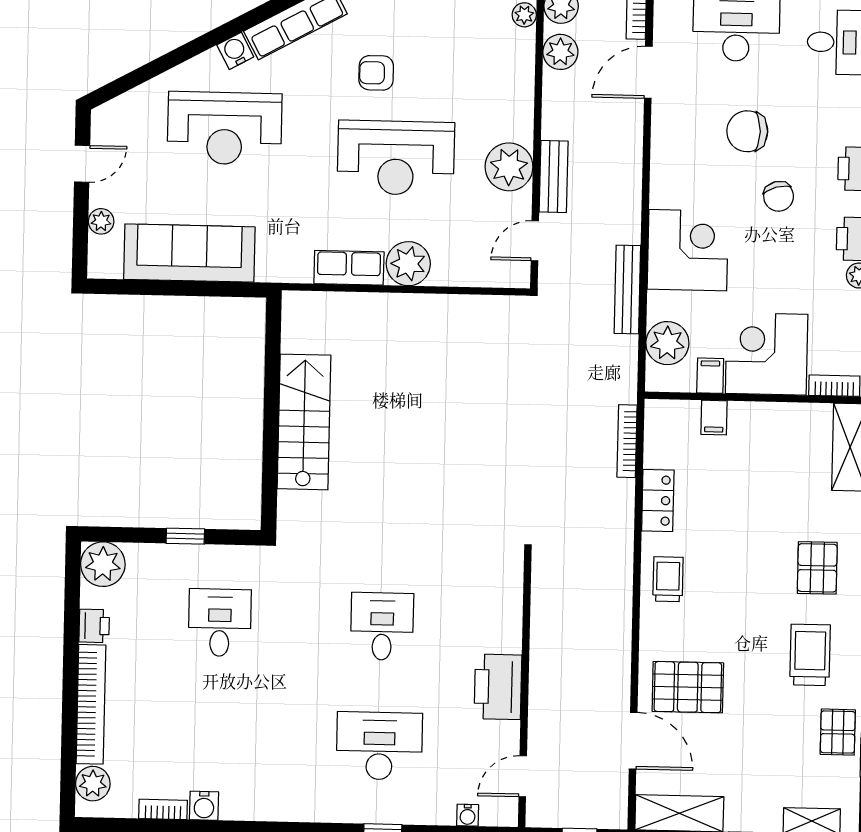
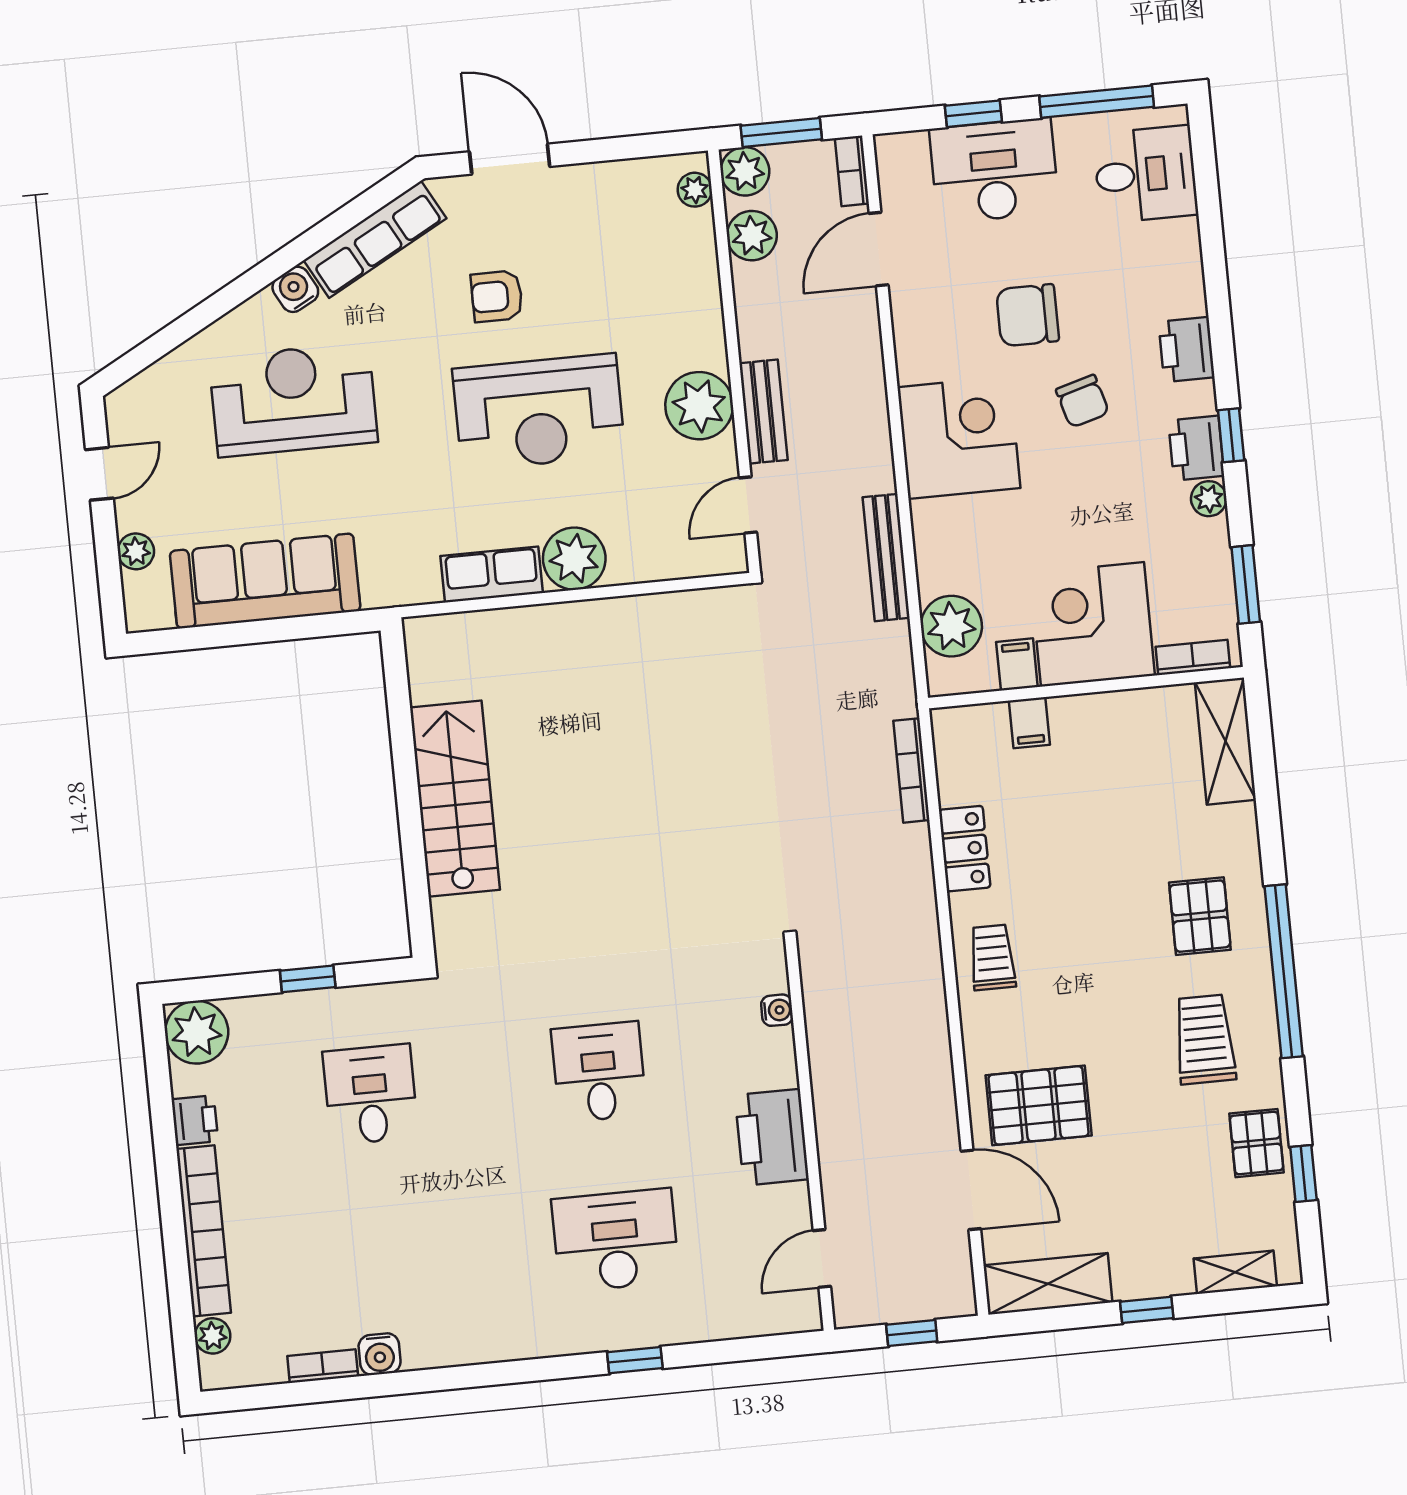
reception desk: (225, 128) -> (293, 400), turned 180
corner desk: (688, 250) -> (959, 438), moved
plant: (93, 784) -> (213, 1336), width x0.73, depth x0.73
water cooler: (468, 815) -> (777, 1010), moved, turned -90

